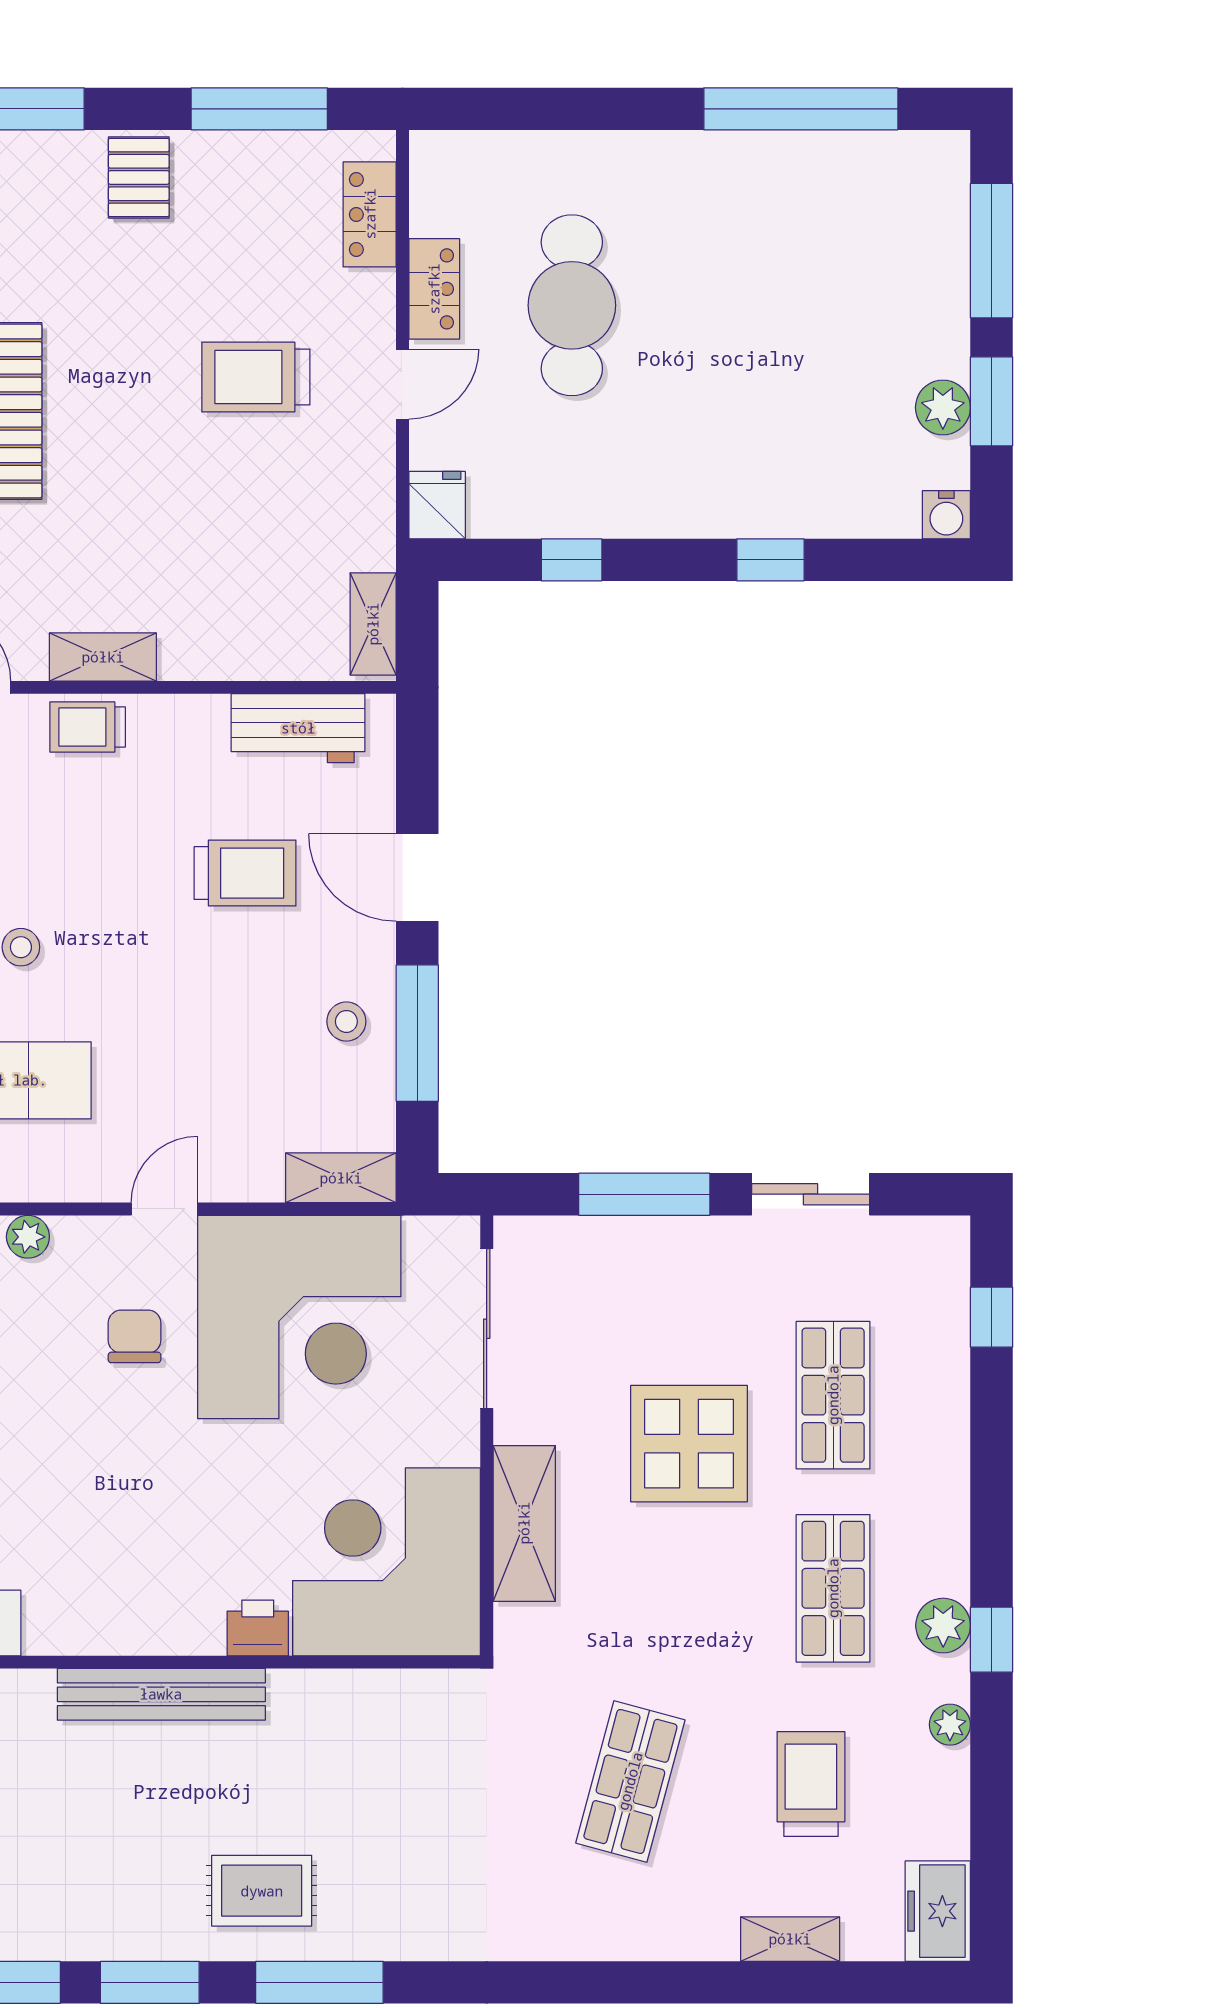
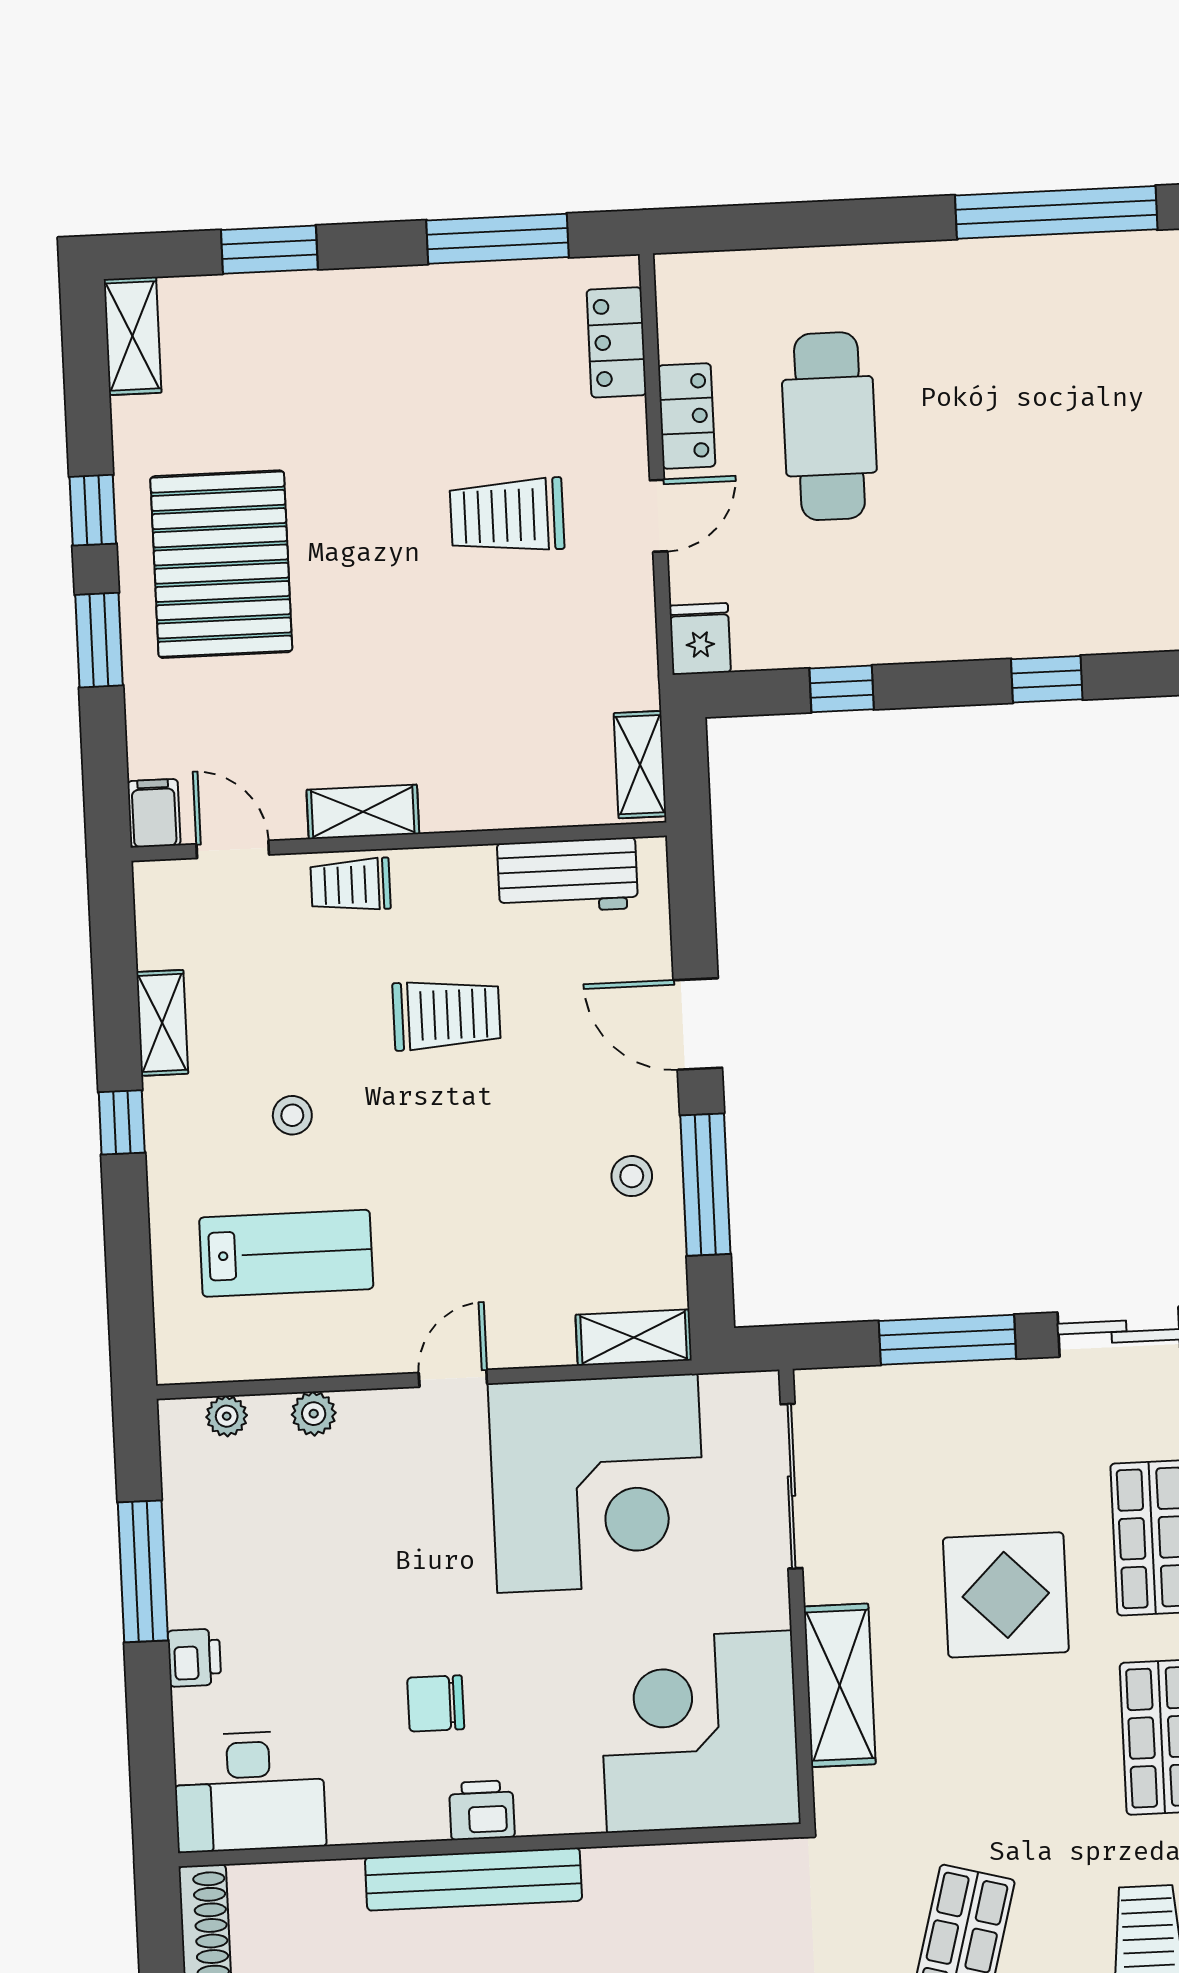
pallet: (139, 178) -> (376, 315), removed
trolley: (245, 873) -> (447, 1015), moved
chair: (135, 1336) -> (436, 1703), moved, turned -90
printer: (258, 1628) -> (482, 1810), moved

